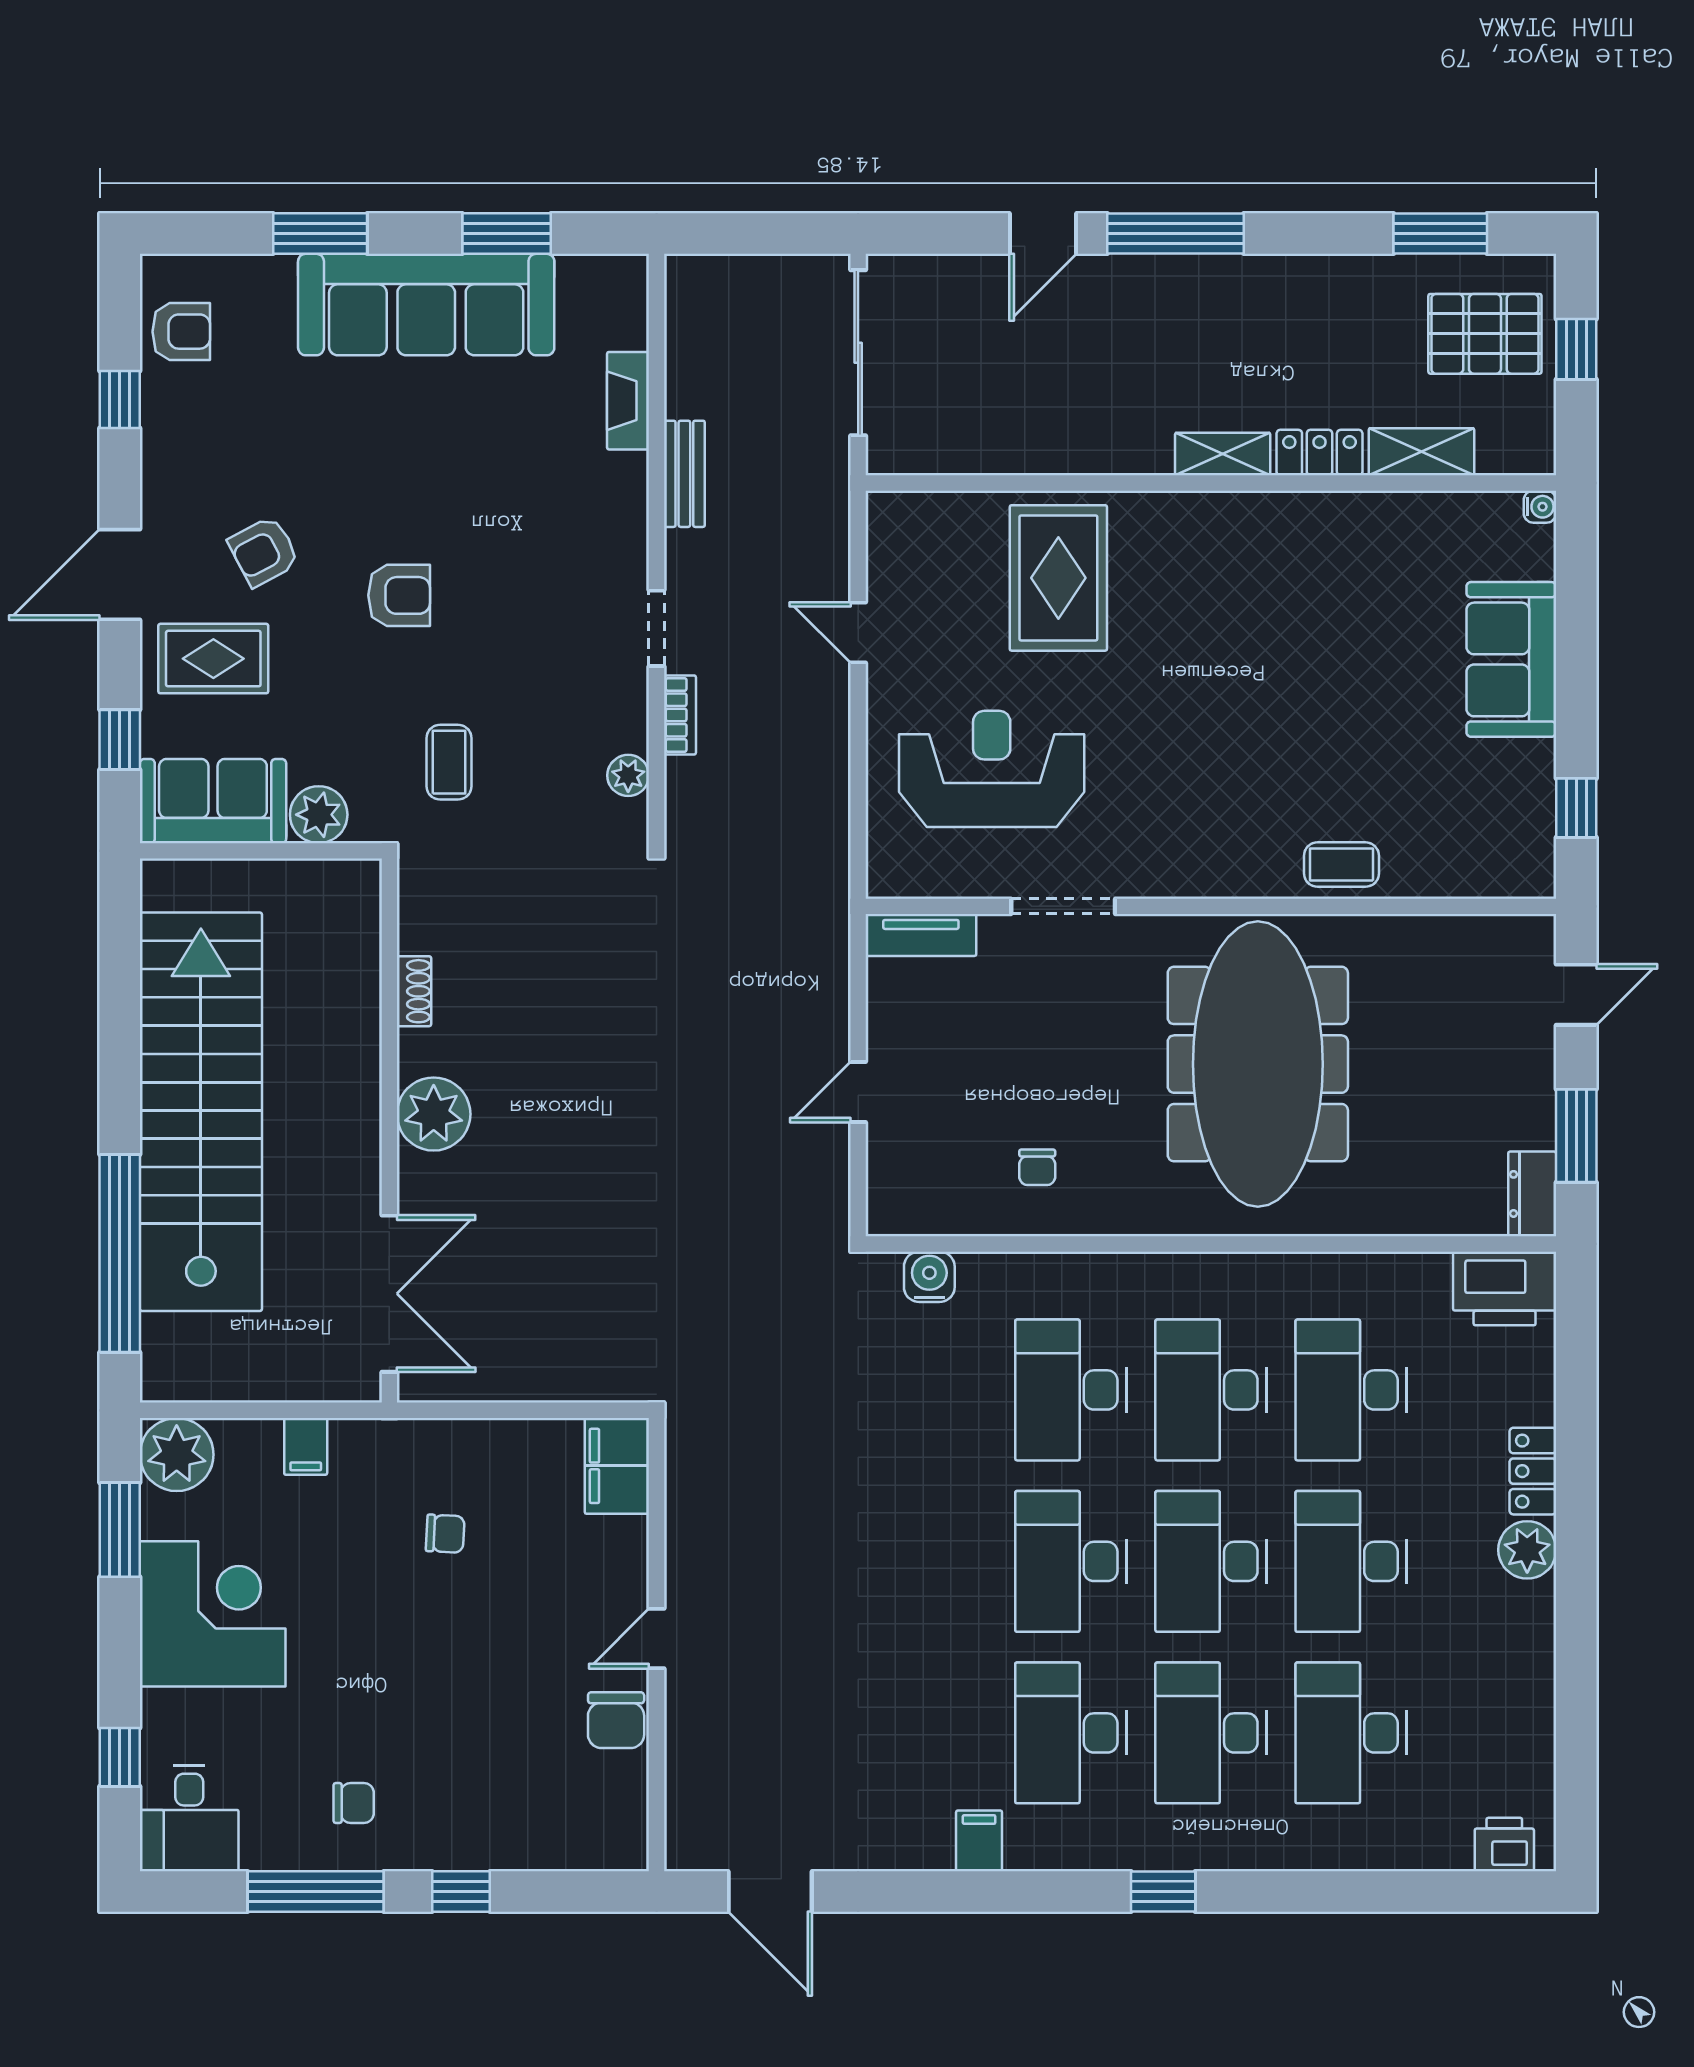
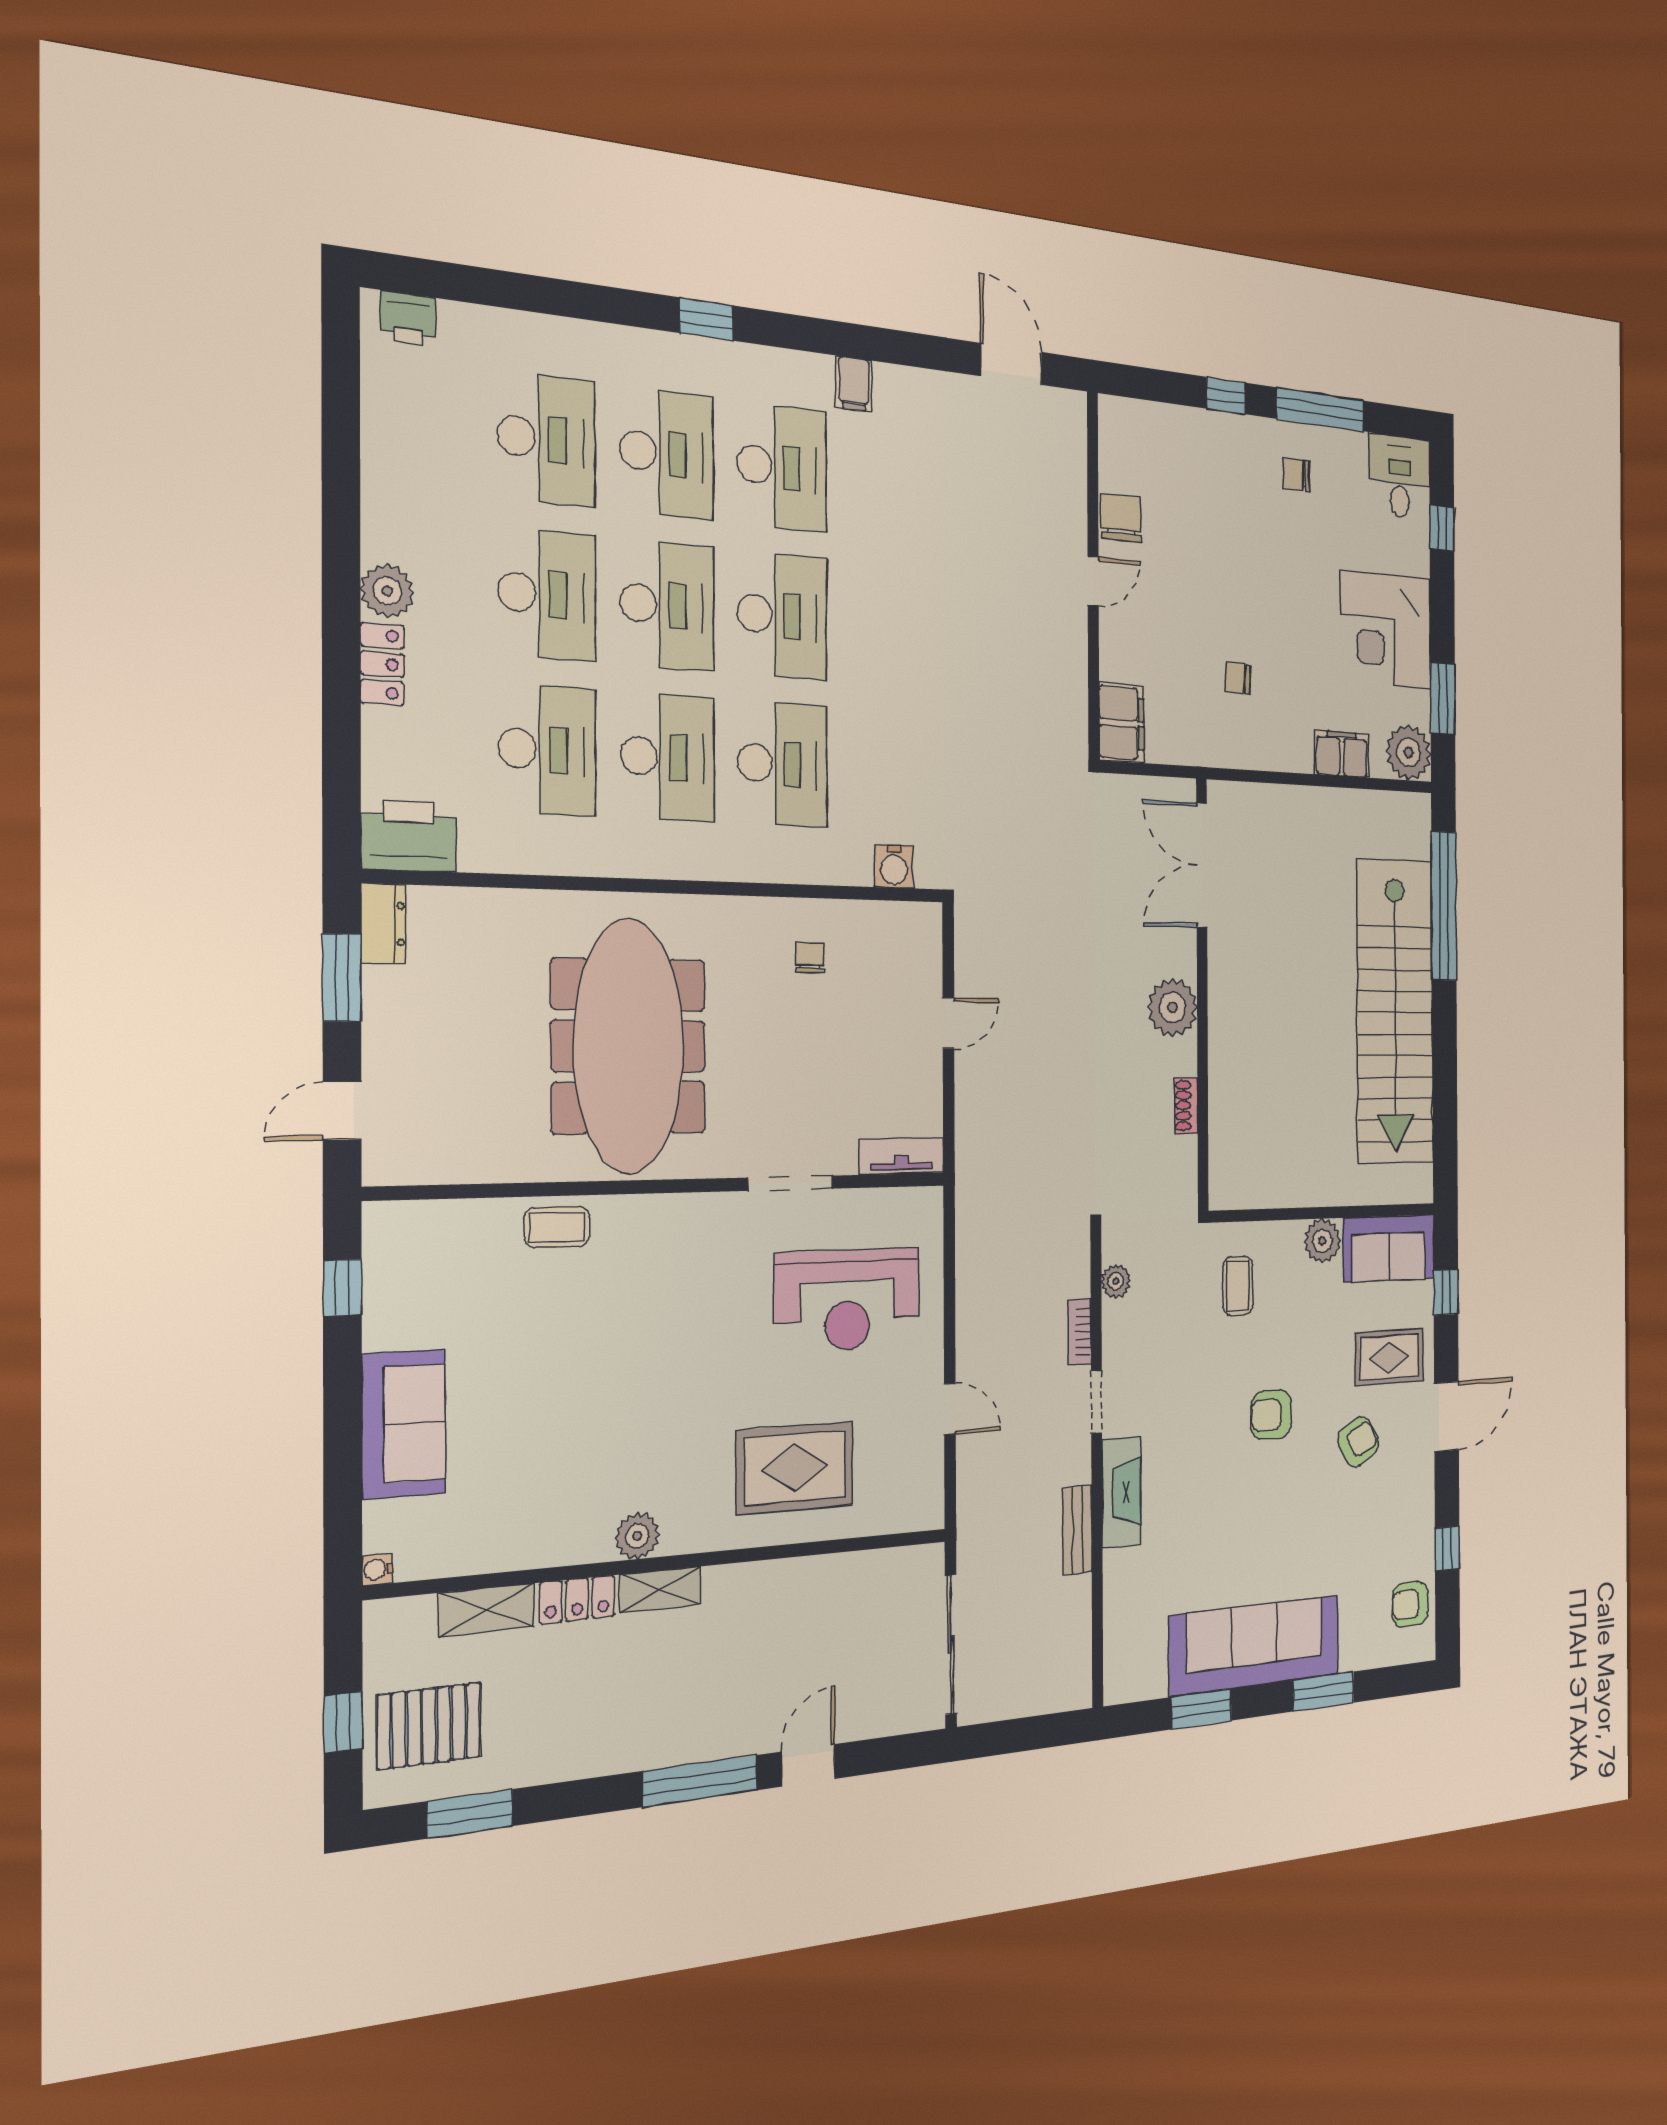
fireplace: (628, 401) -> (1122, 1492), moved, width x1.37, depth x1.32
plant: (1249, 516) -> (637, 1536), added
rug: (1058, 578) -> (795, 1468), turned 90
shoe rack: (414, 991) -> (1186, 1106), moved
plant: (434, 1114) -> (1172, 1007), moved
wall: (389, 1131) -> (1202, 995), moved
double door: (389, 1294) -> (1202, 865), moved
filing cabinet: (306, 1446) -> (1342, 754), width x2.00

